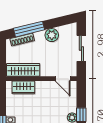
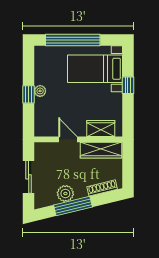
window: (29, 29) -> (73, 206), moved
door: (63, 79) -> (68, 139), moved

